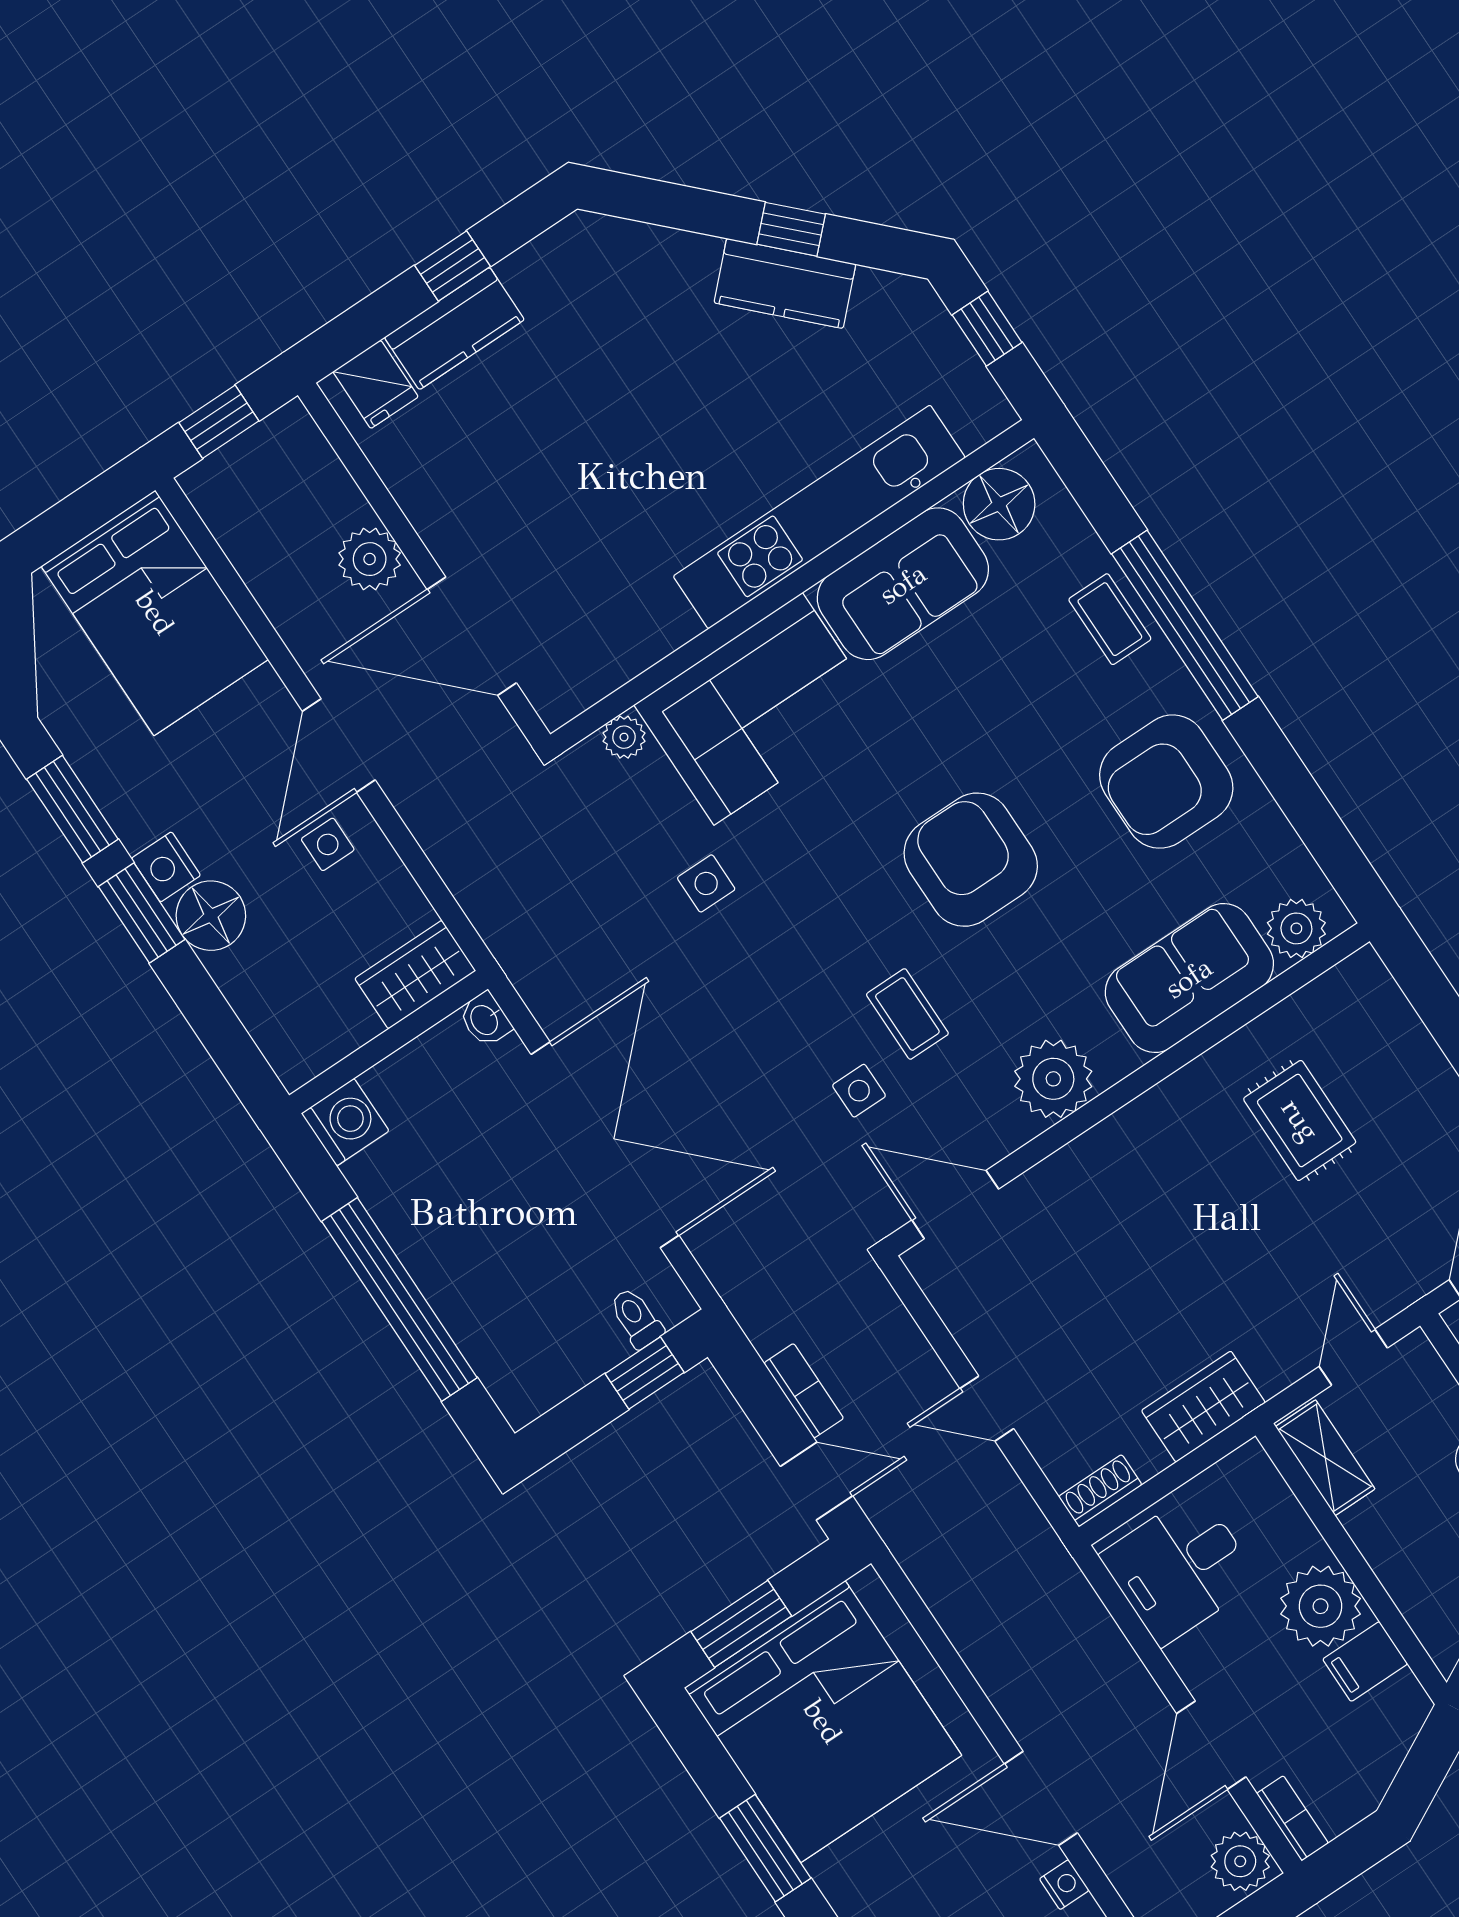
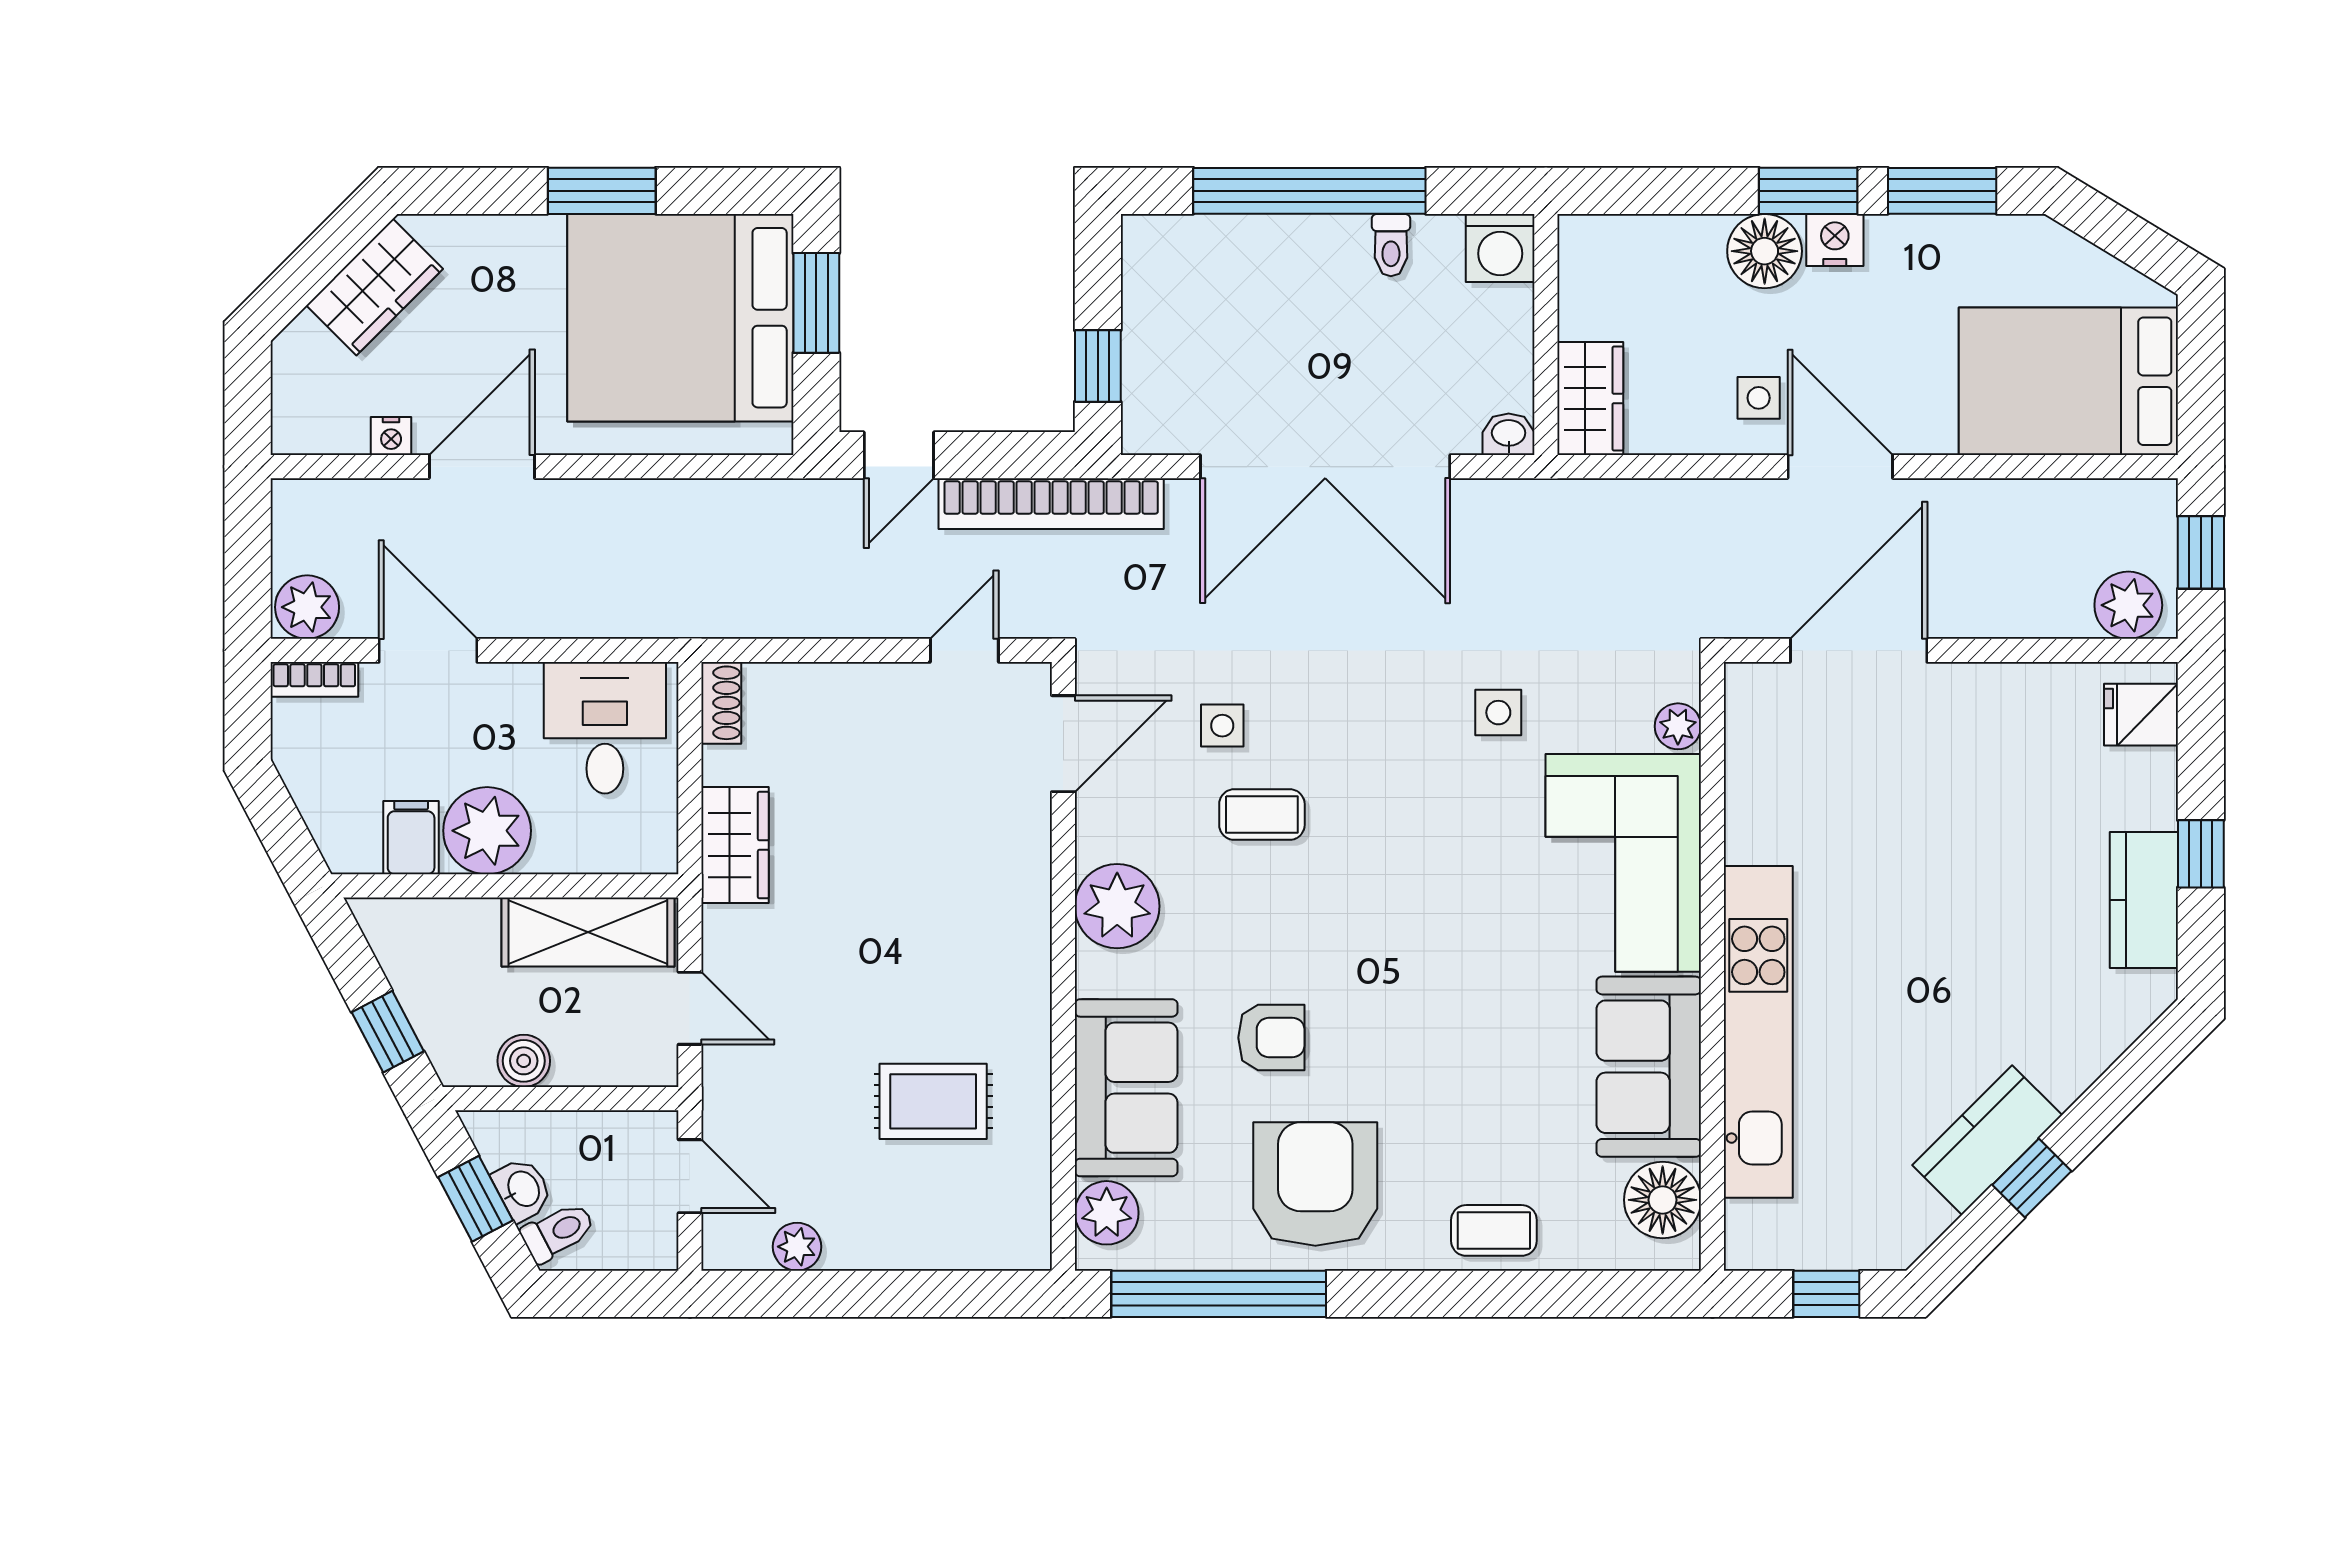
kitchen counter: (454, 329) -> (2144, 900), moved
plant: (370, 559) -> (2128, 605), moved
window: (1185, 625) -> (1219, 1294), moved
armchair: (971, 860) -> (1271, 1038), moved, width x0.53, depth x0.53
toilet: (636, 1318) -> (1391, 245), moved, turned 90
bookcase: (804, 1391) -> (1051, 504), width x2.31, depth x1.31
door: (987, 1409) -> (964, 650), moved
shelving: (1325, 1458) -> (588, 932), width x1.50, depth x1.33

